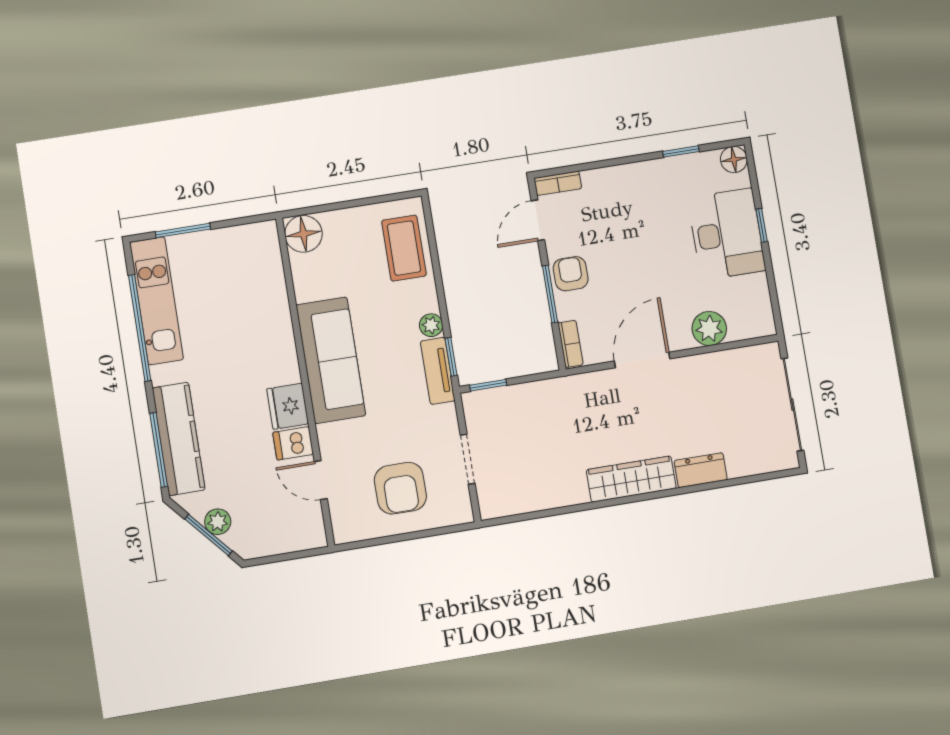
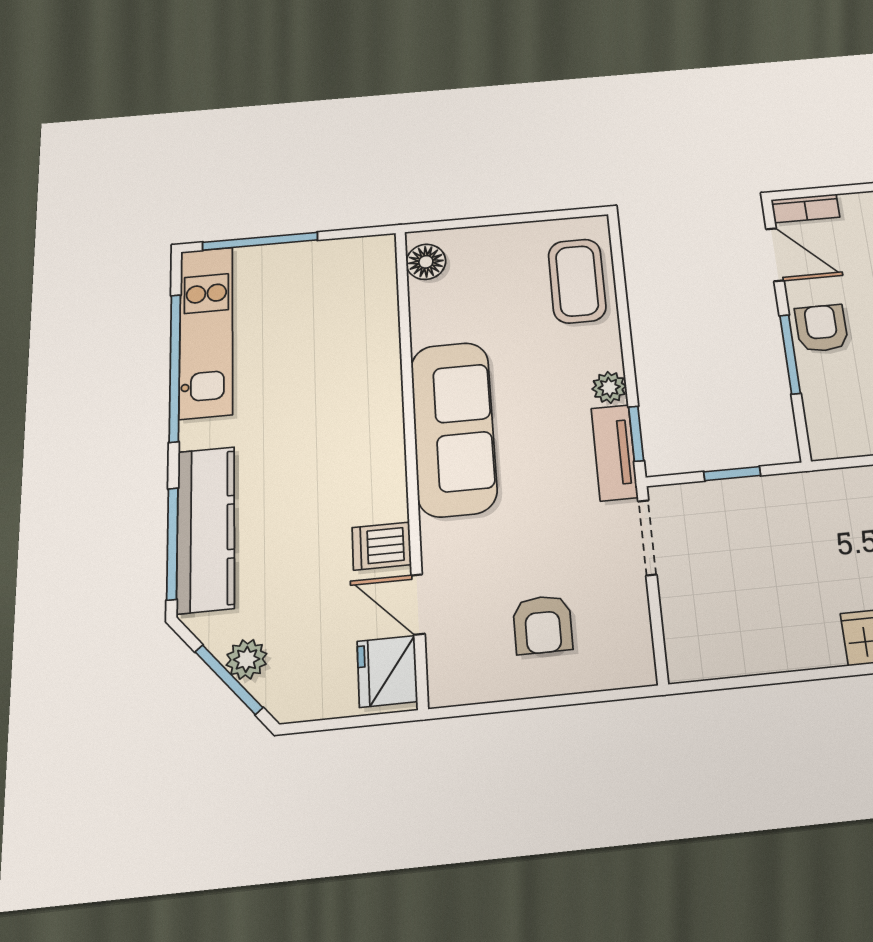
door: (538, 220) -> (775, 255), swing flipped
window: (183, 230) -> (260, 241), width x1.44
floor lamp: (303, 234) -> (426, 262), width x0.73, depth x0.73
bookcase: (571, 344) -> (819, 425), removed
window: (488, 385) -> (732, 474), moved
fridge: (288, 406) -> (387, 671), moved
doorway: (468, 459) -> (647, 538), moved
armchair: (400, 488) -> (543, 625), width x0.72, depth x0.72

